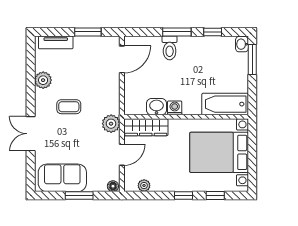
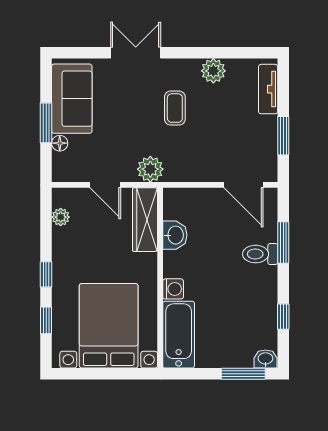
window: (177, 32) -> (283, 243), moved
washing machine: (175, 108) -> (173, 289), moved
floor lamp: (113, 186) -> (60, 143), moved

